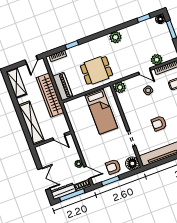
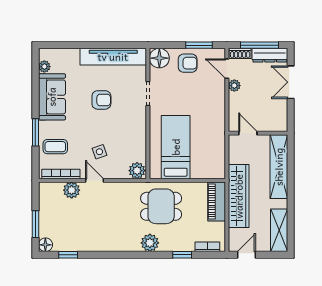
plant: (116, 37) -> (150, 243), moved

